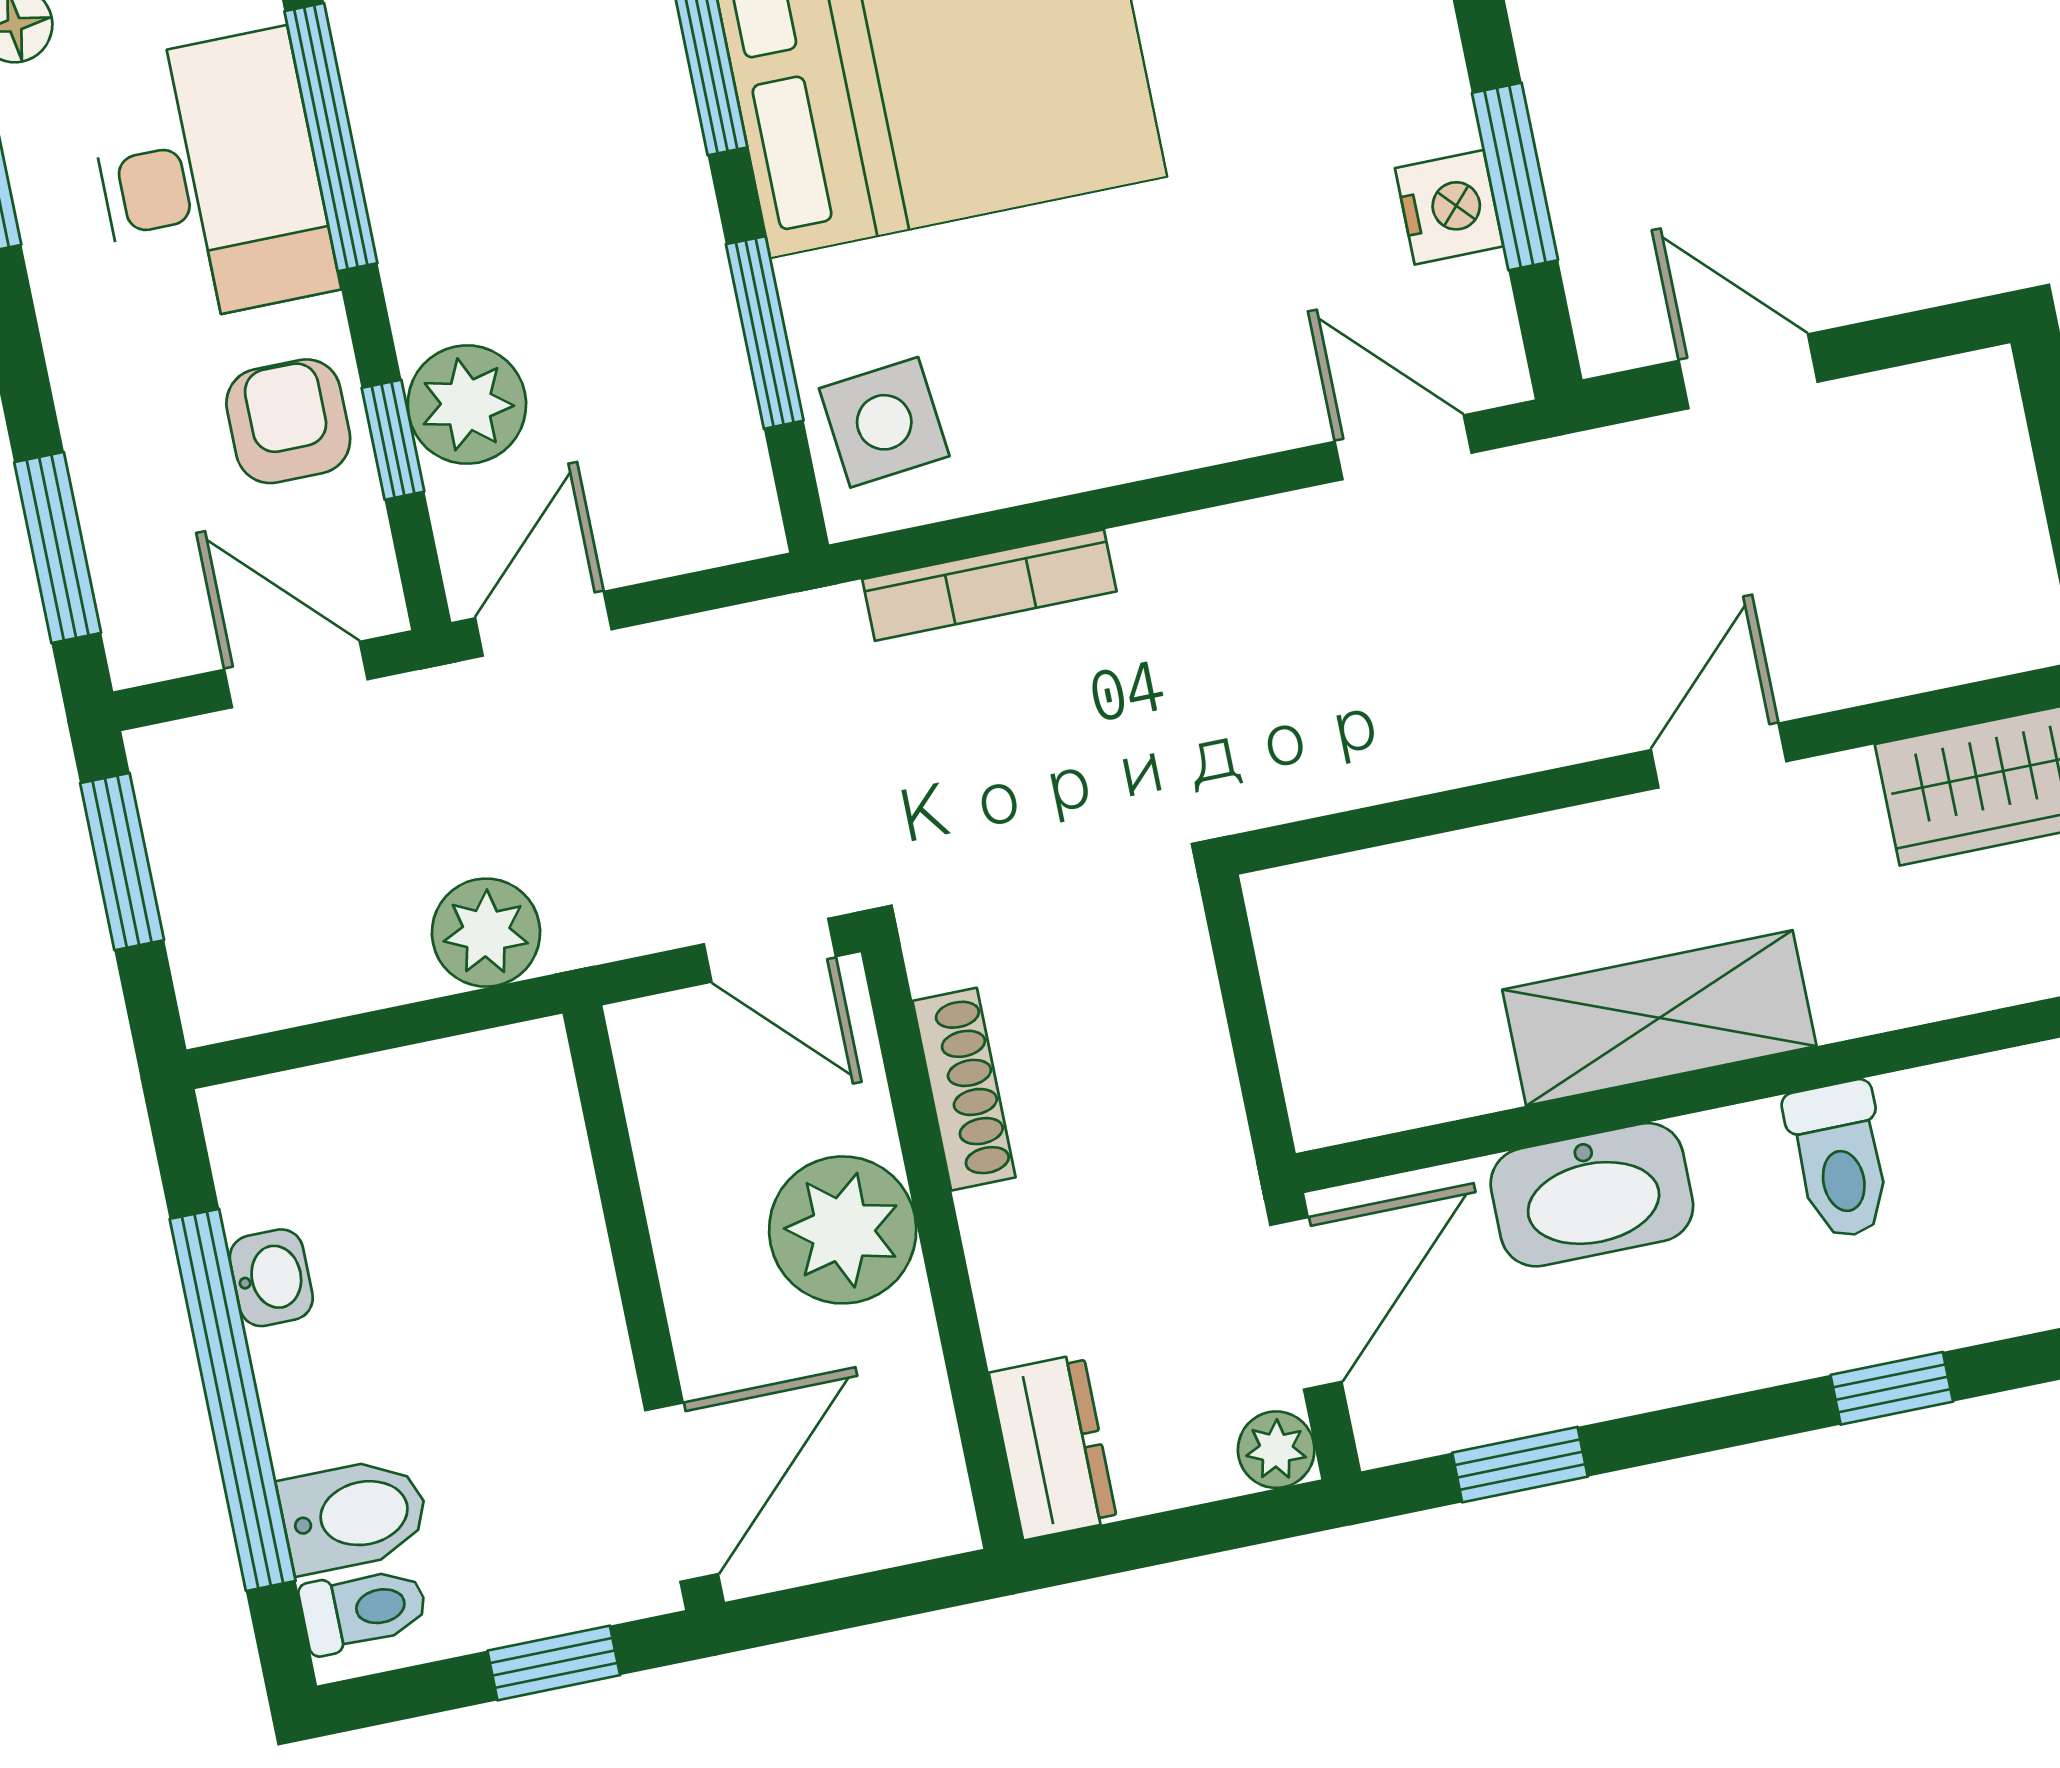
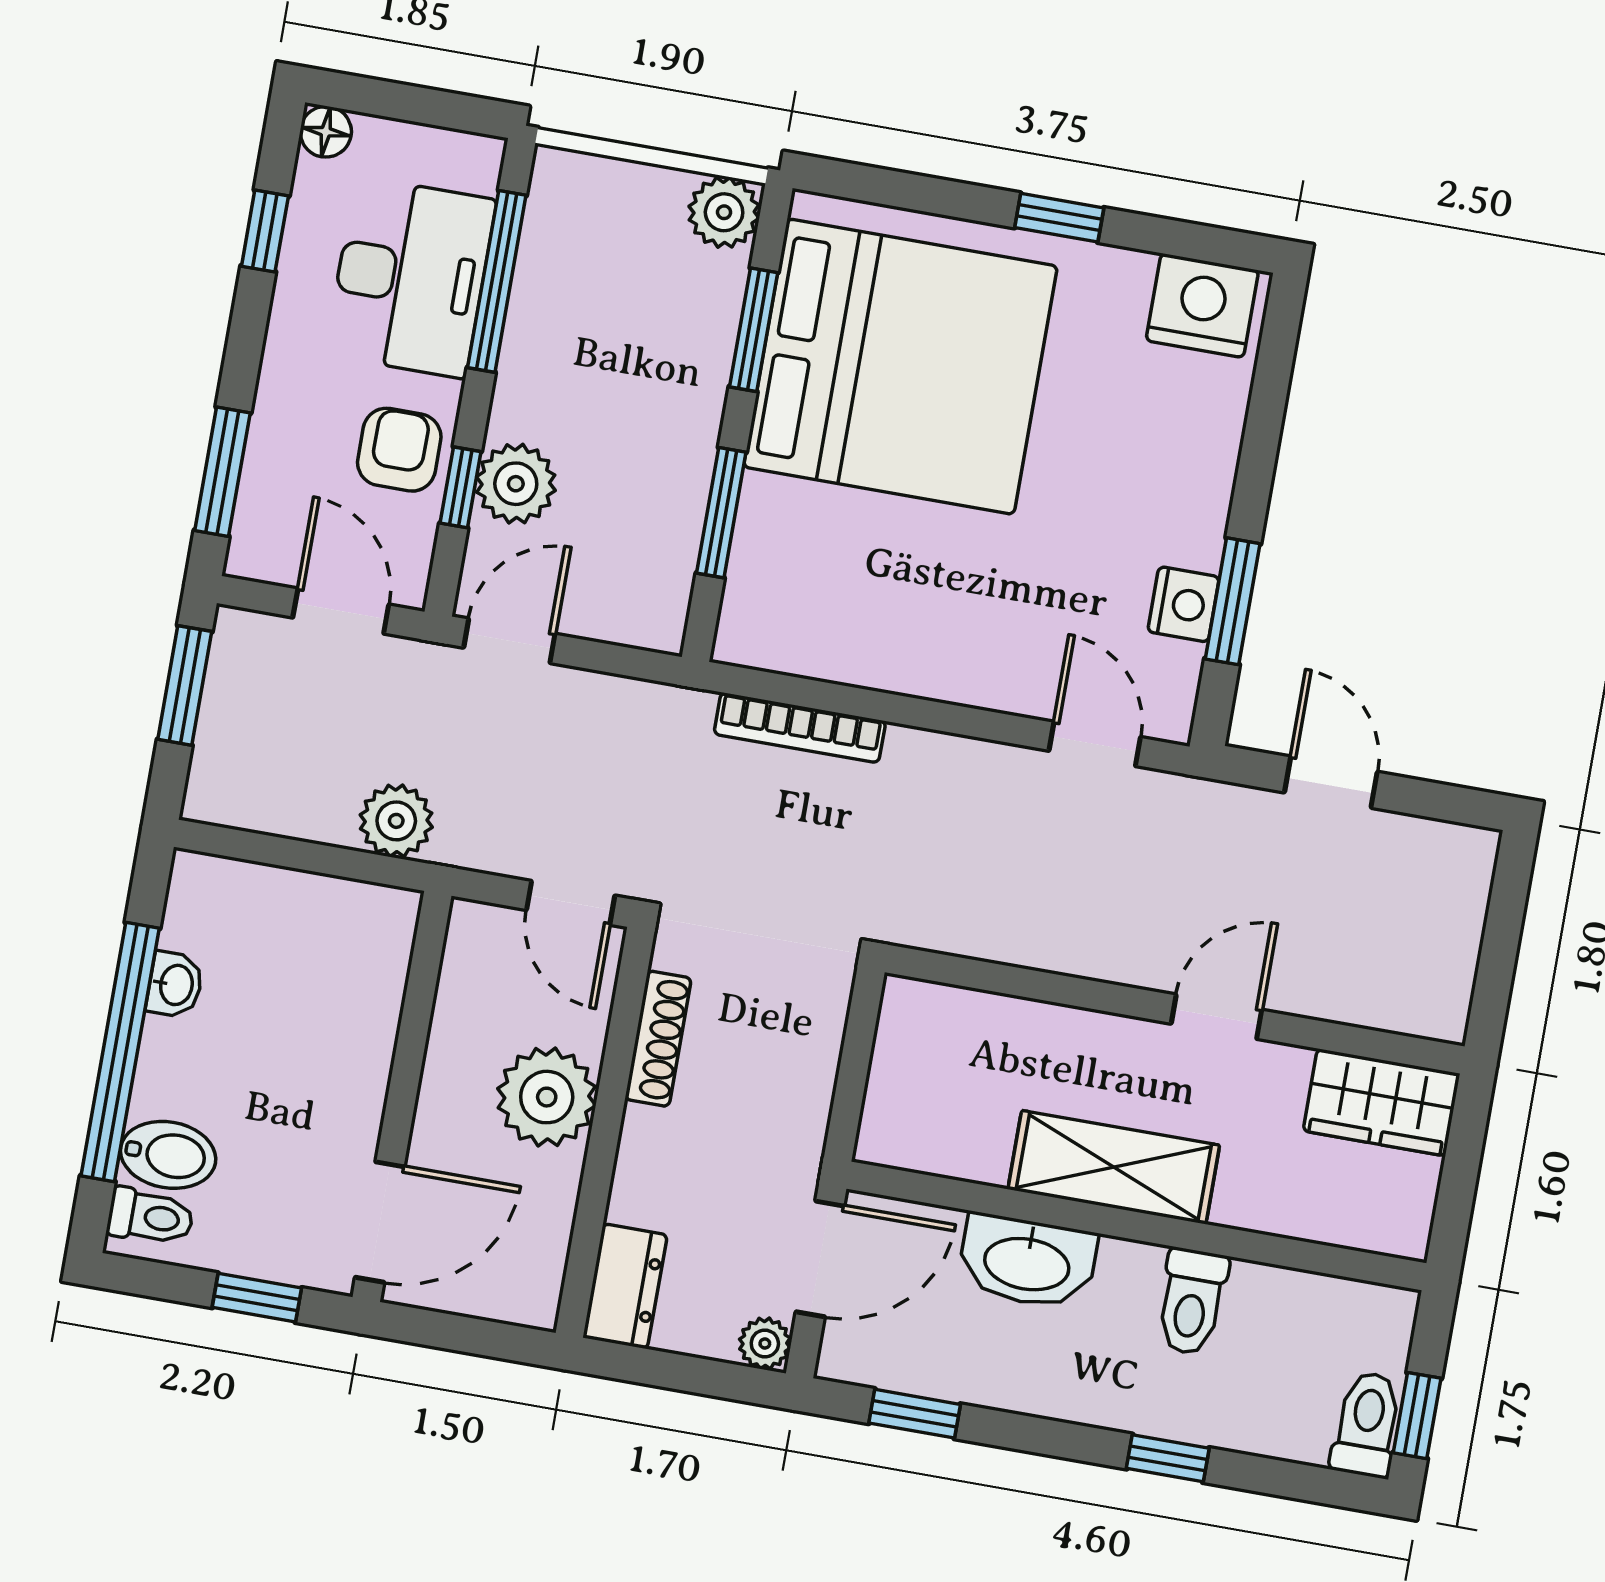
side table: (884, 422) -> (774, 599), removed

